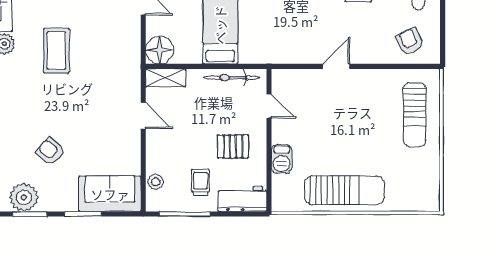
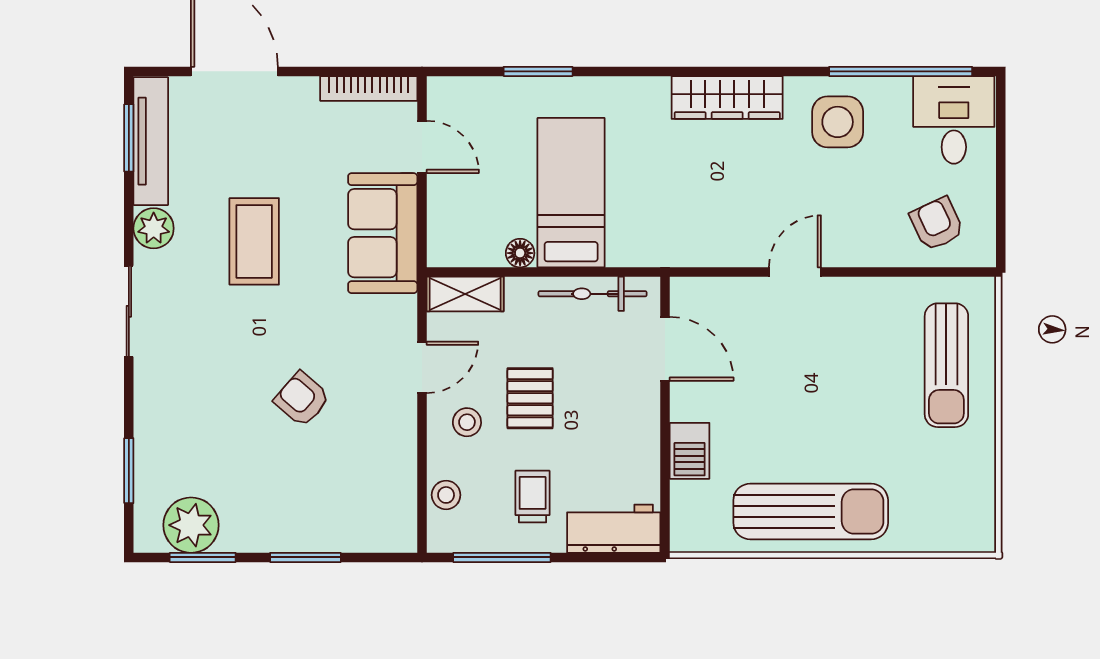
floor lamp: (160, 50) -> (520, 253), moved, width x0.53, depth x0.53
door: (269, 106) -> (665, 349), width x1.38
door: (143, 116) -> (422, 367), hinge flipped
stool: (166, 144) -> (467, 422), added
pallet: (233, 146) -> (530, 398), moved, turned 90
armchair: (50, 151) -> (302, 399), moved
sofa: (110, 194) -> (383, 233), moved, turned -90

